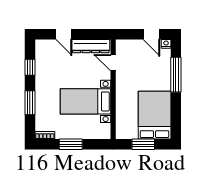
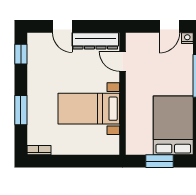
door: (151, 34) -> (169, 26), hinge flipped
window: (30, 67) -> (21, 54), moved
window: (71, 144) -> (71, 161), removed

